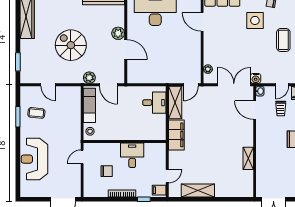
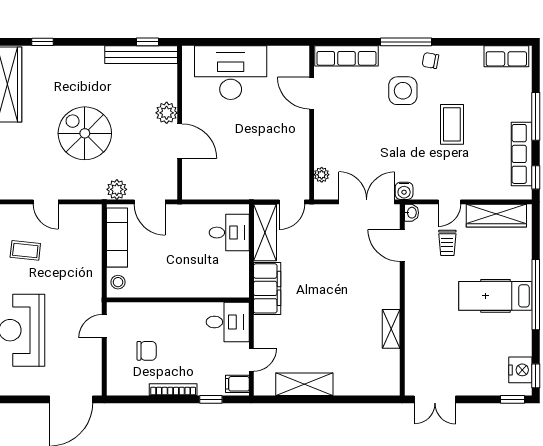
desk: (132, 155) -> (228, 322), moved, turned 90

